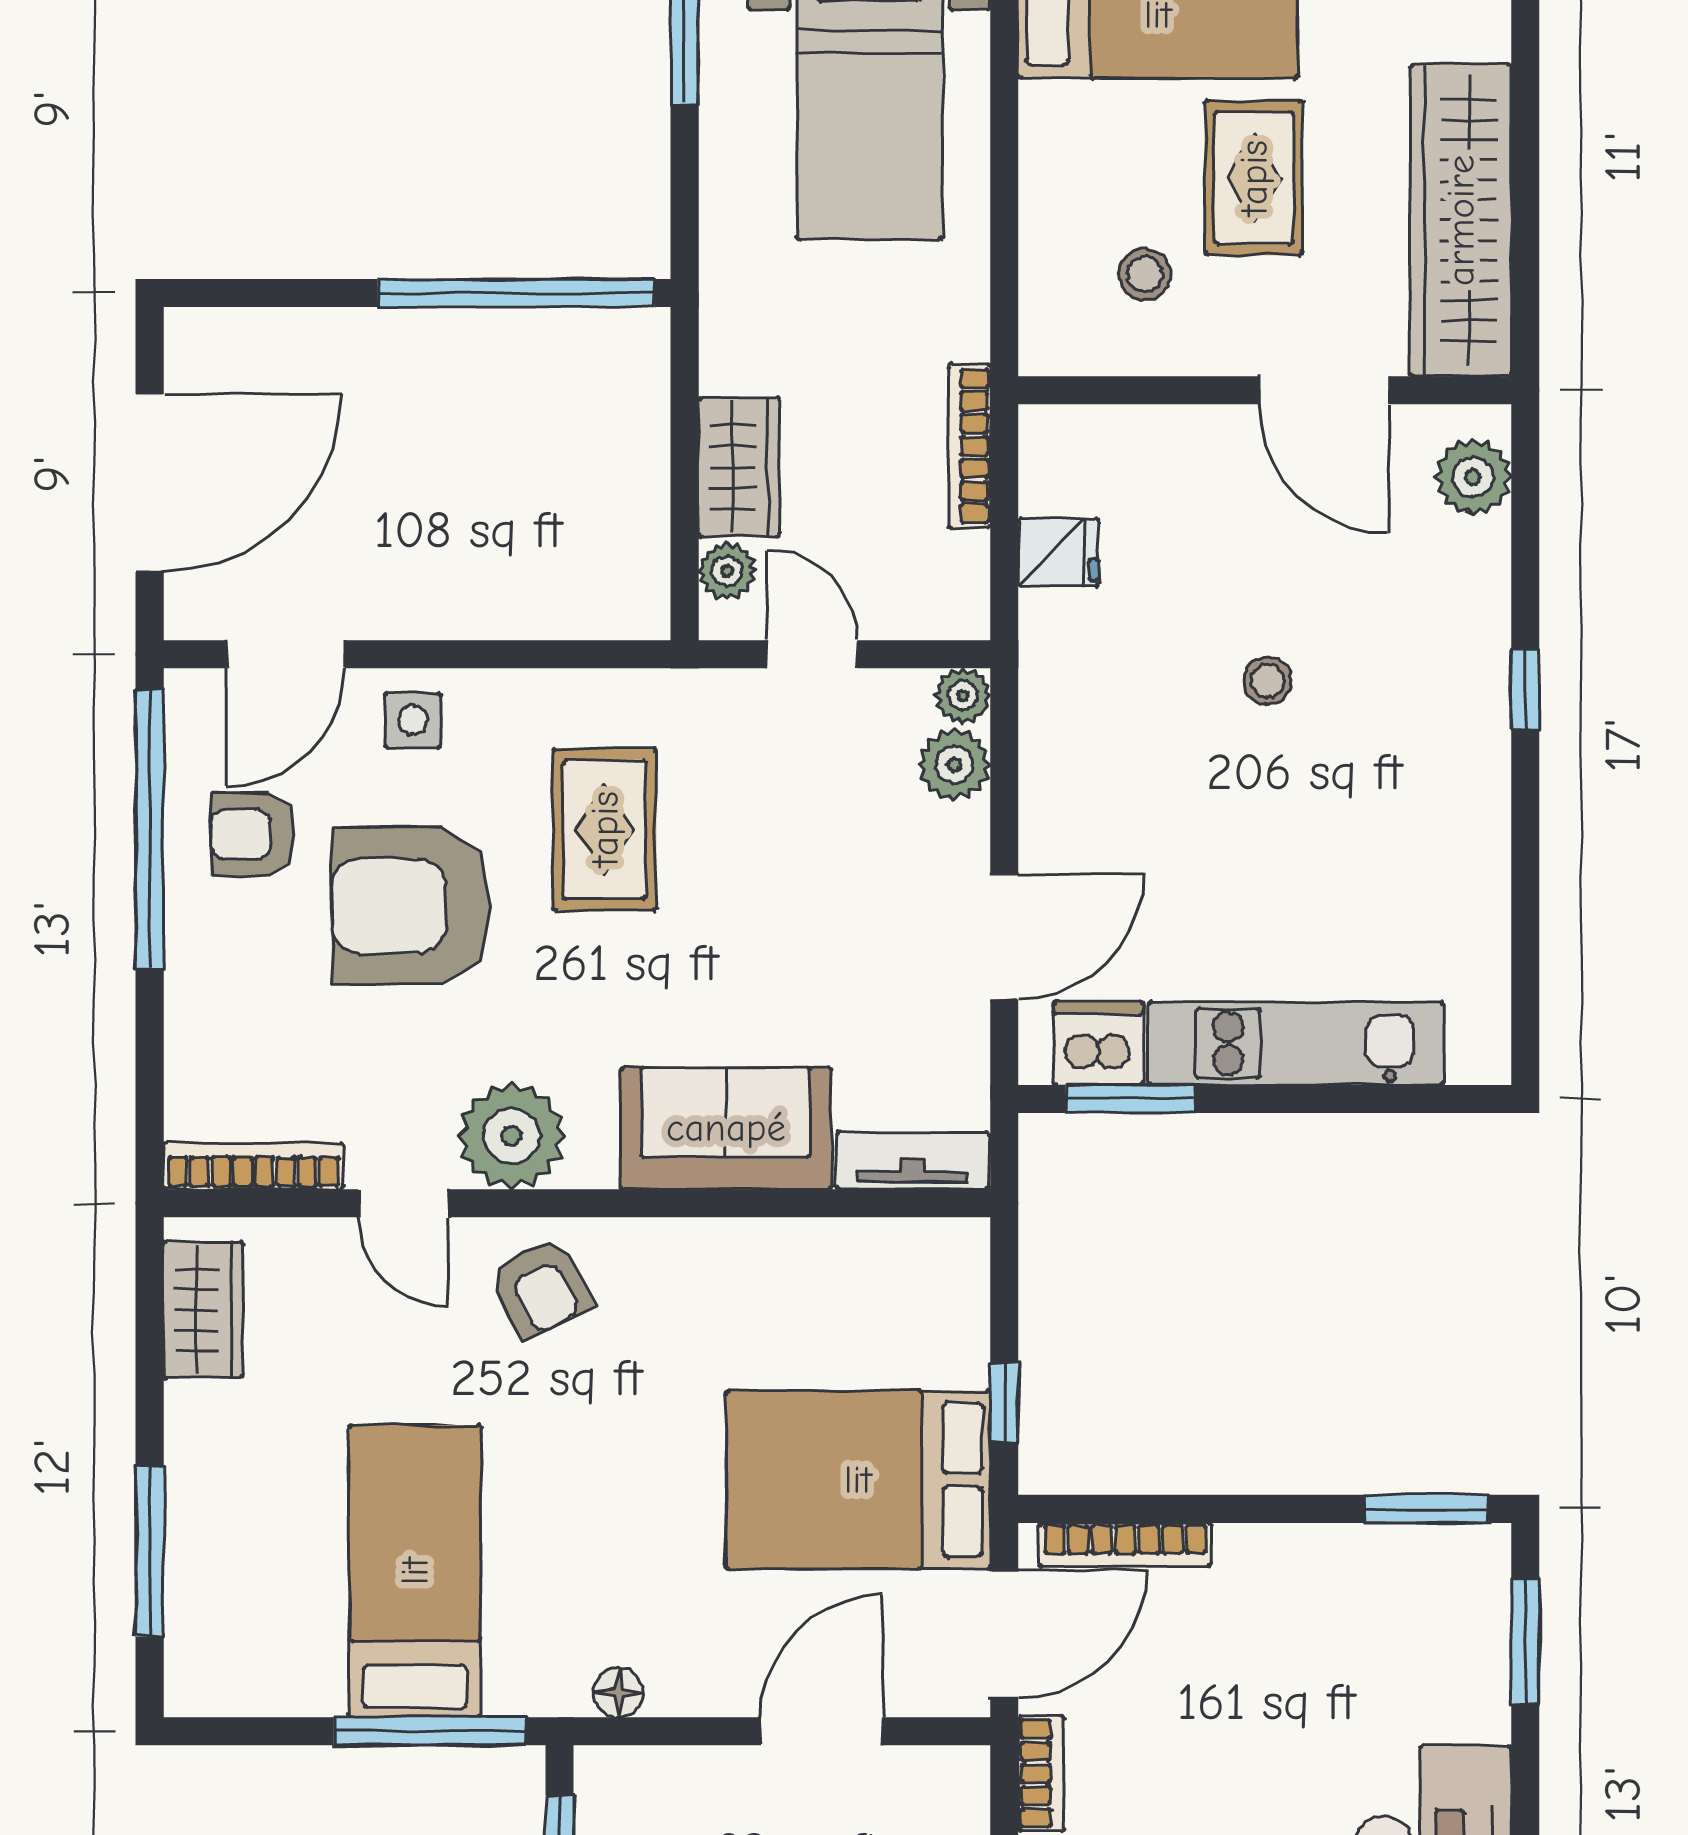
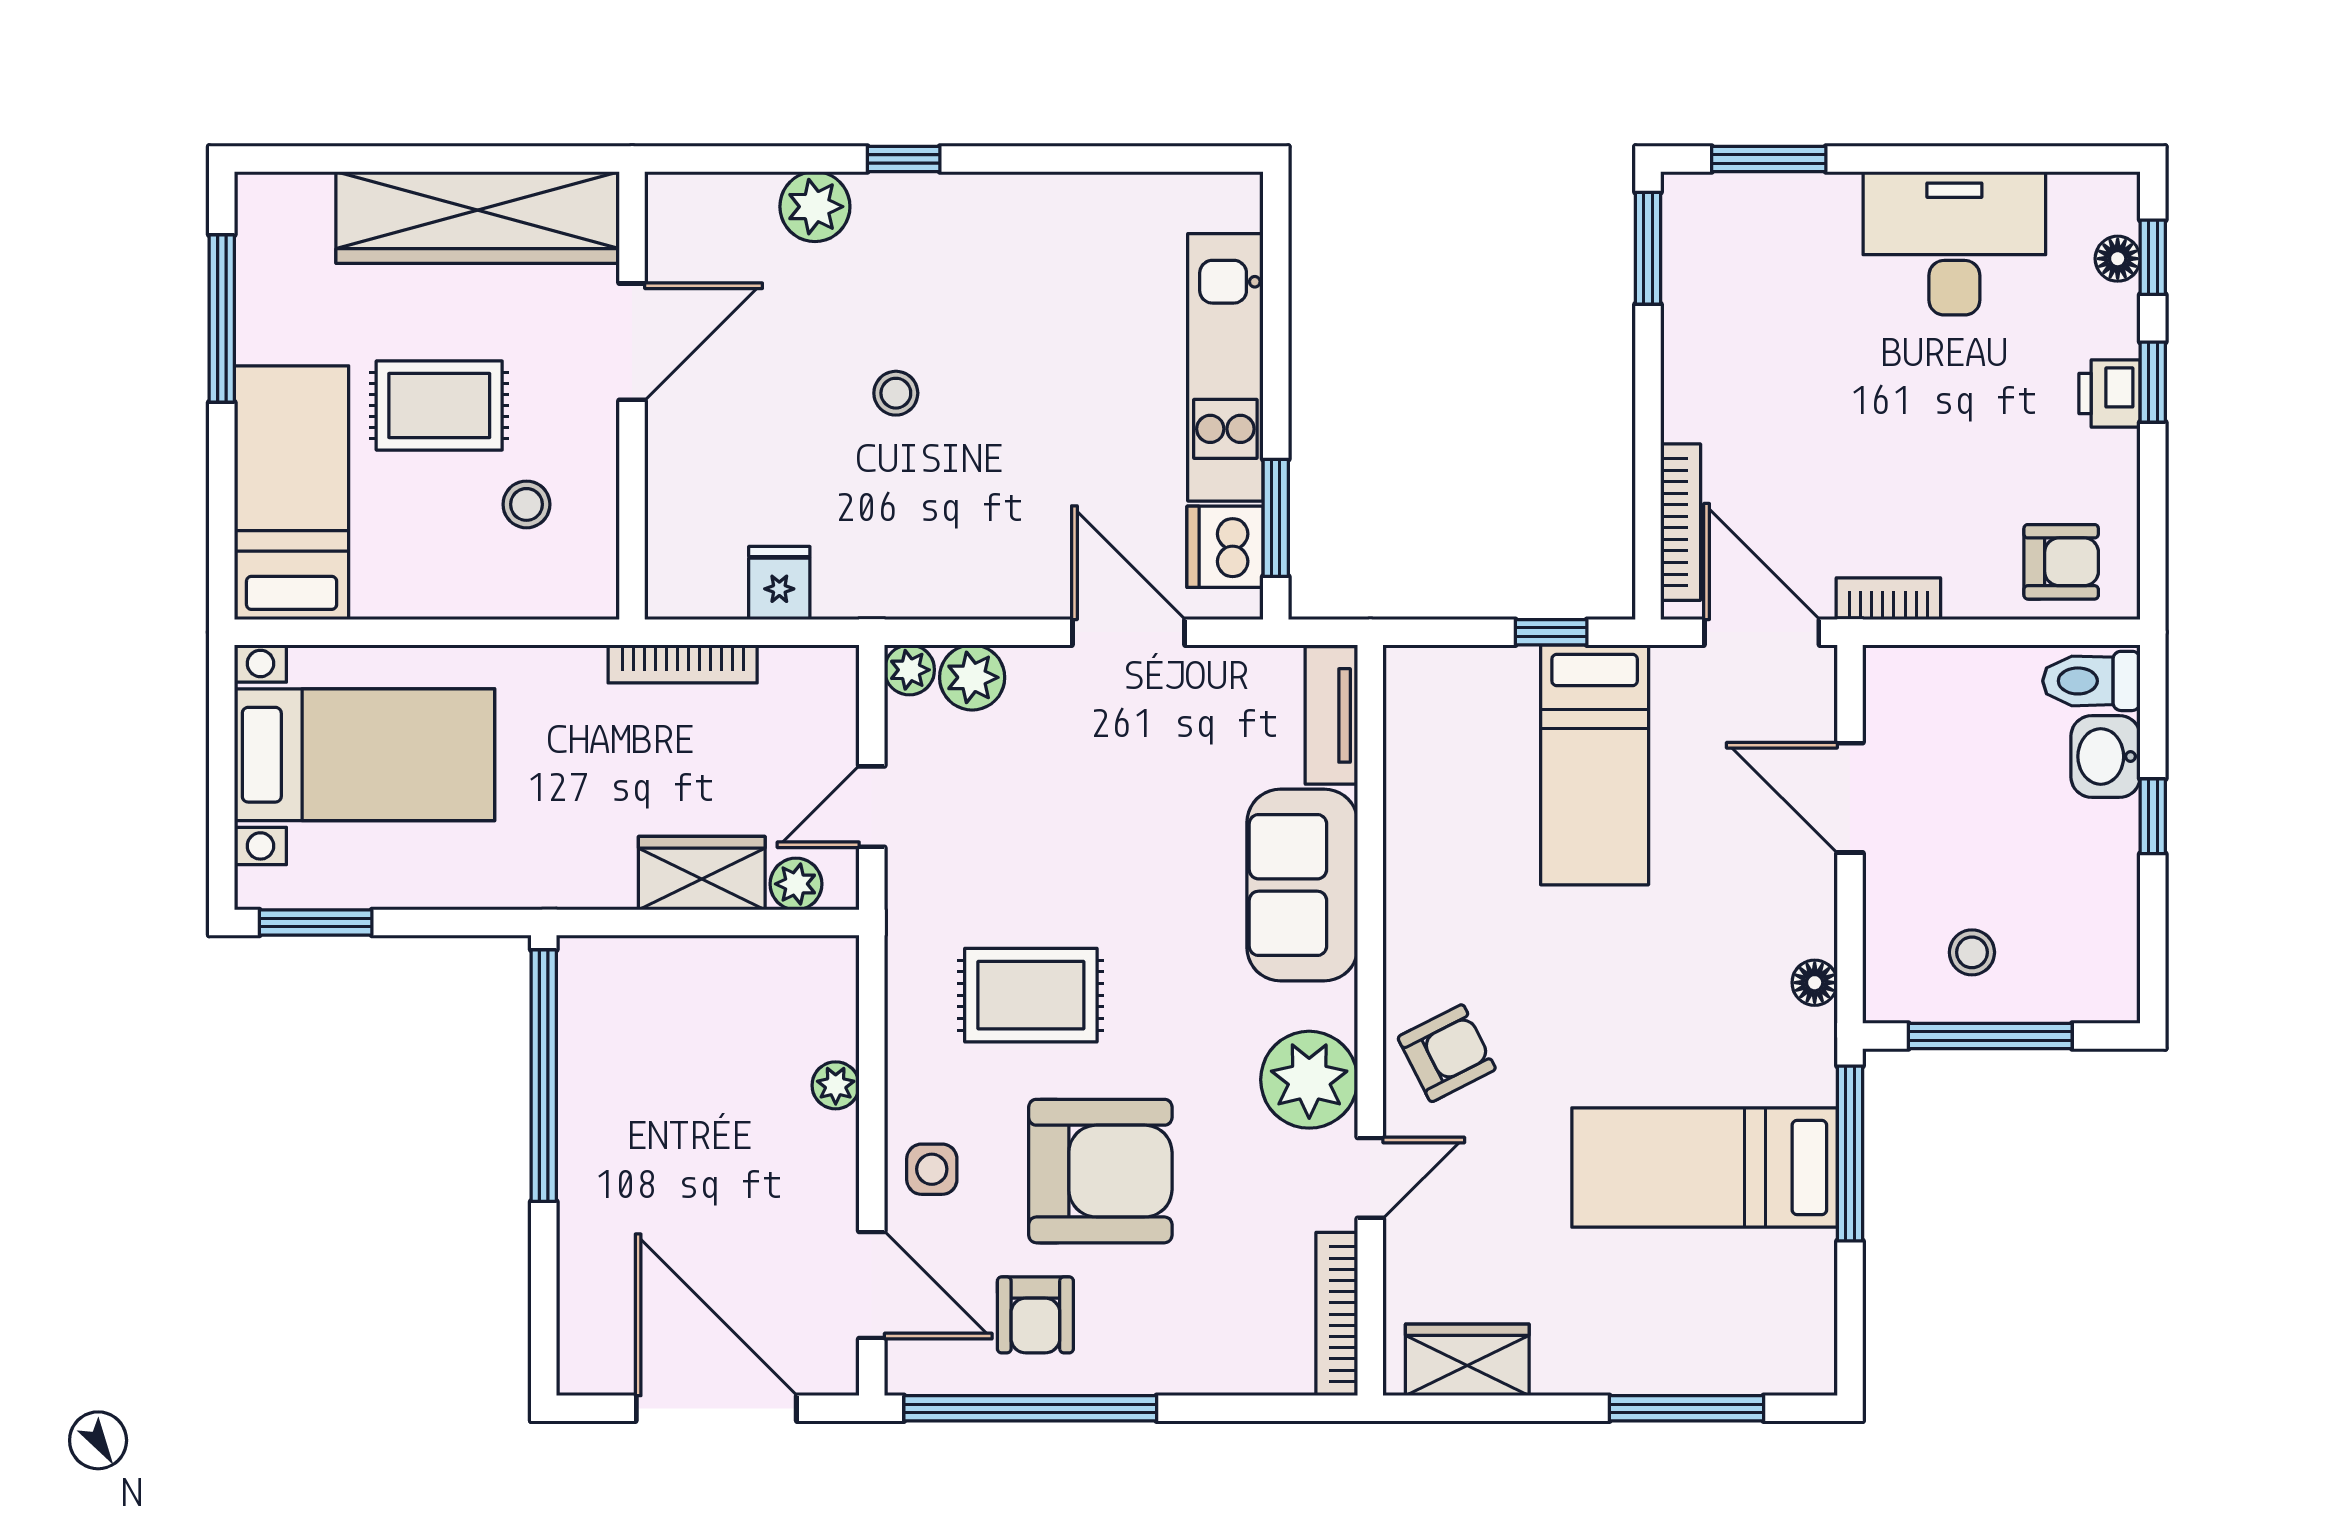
plant: (1473, 477) -> (815, 207), moved
plant: (505, 614) -> (836, 1085), added
armchair: (411, 906) -> (1100, 1171), turned -90
bed: (858, 1480) -> (1595, 765), width x0.67

